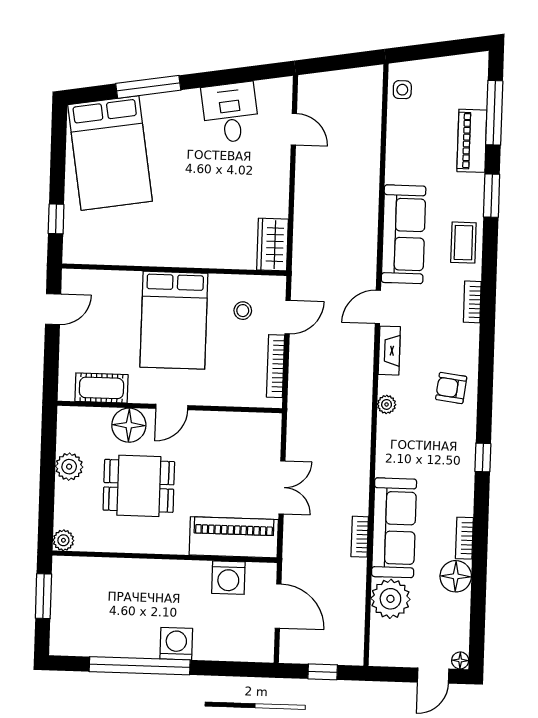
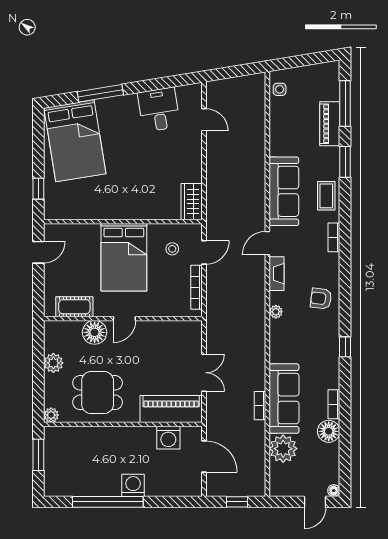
dining table: (139, 486) -> (98, 393), moved

